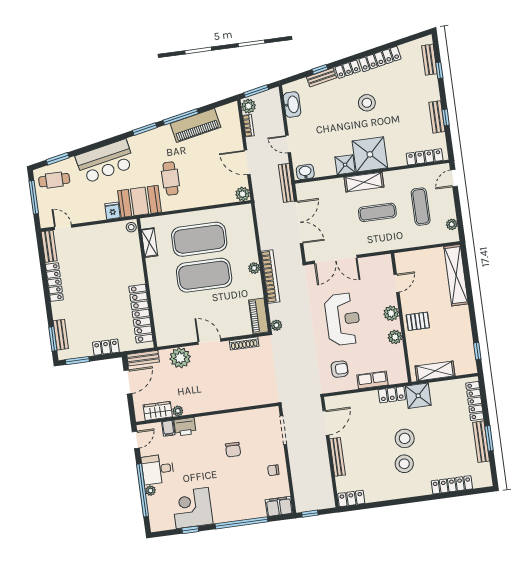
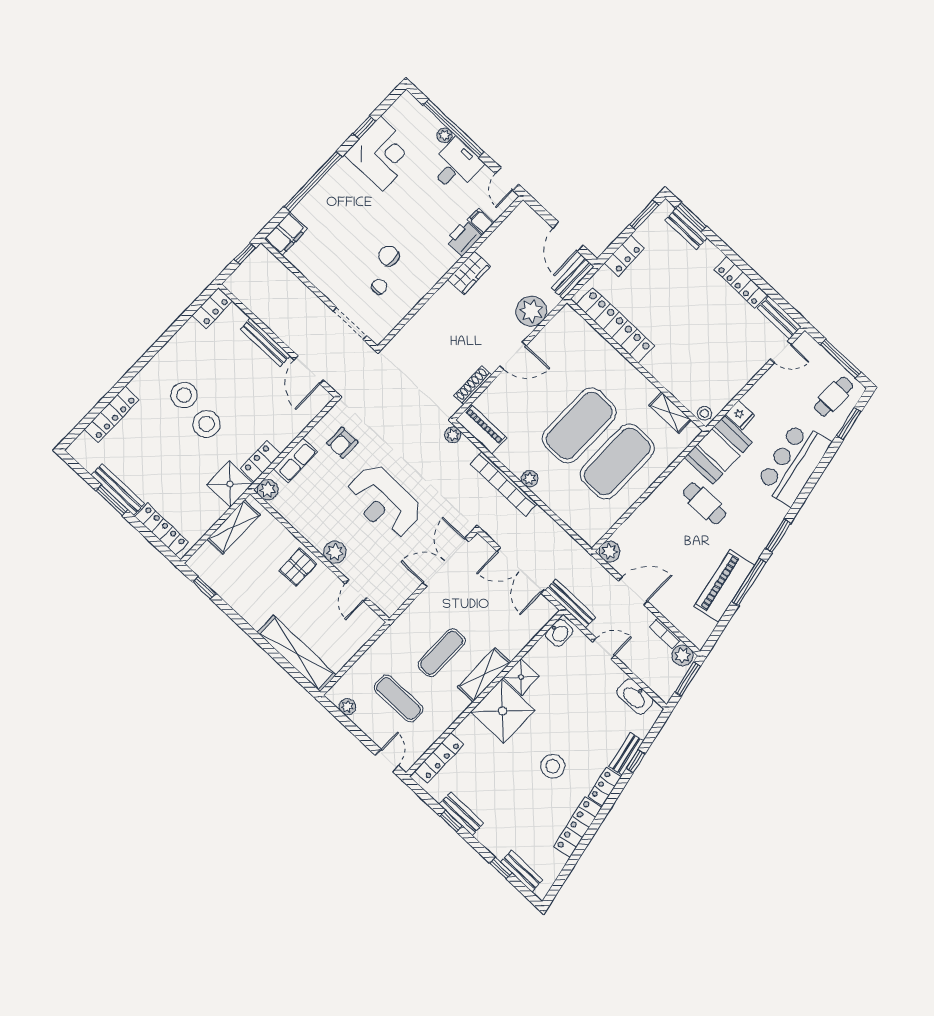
plant: (395, 337) -> (268, 490), moved
wardrobe: (158, 411) -> (469, 273), moved
plant: (178, 411) -> (486, 249), removed
chair: (273, 470) -> (379, 287), moved

